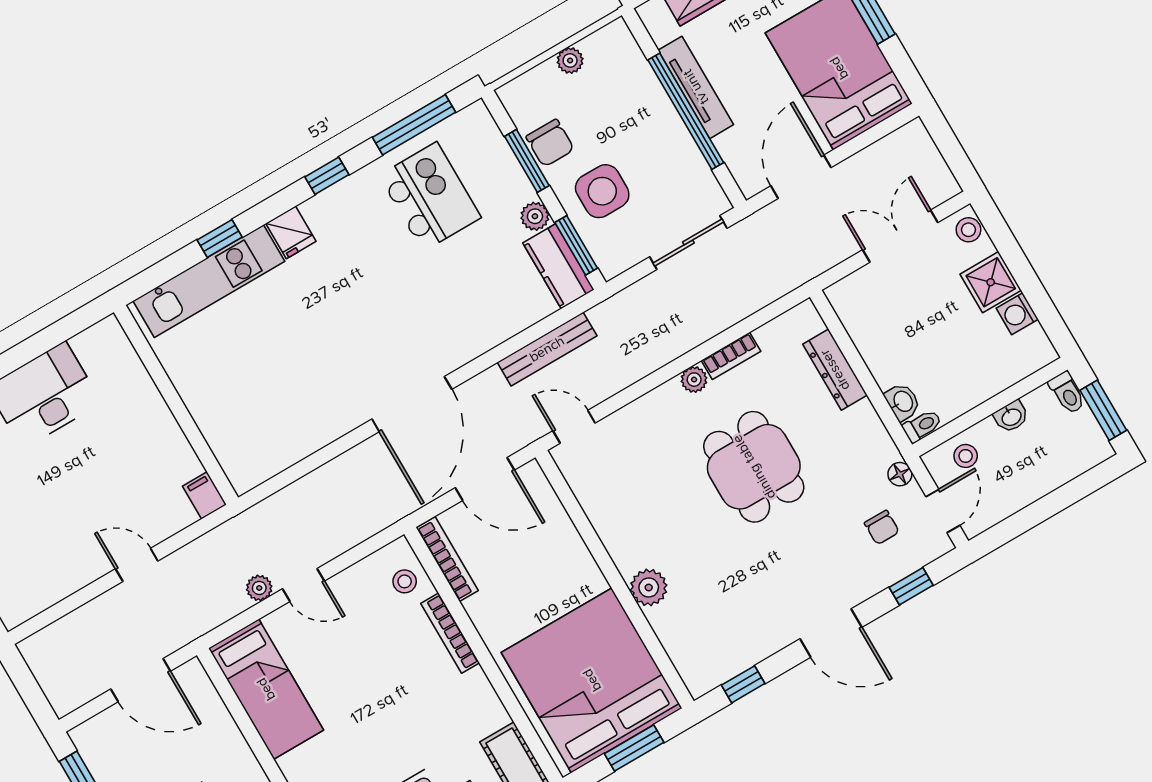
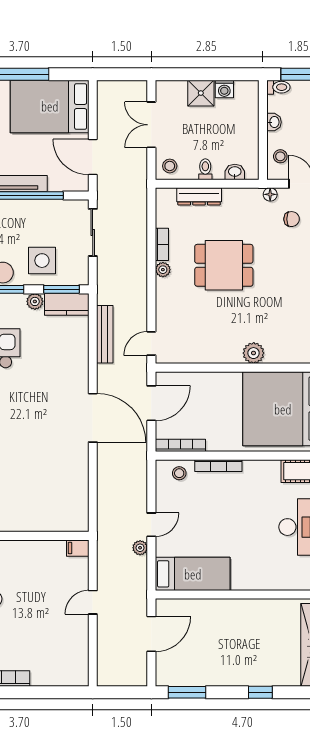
stool: (968, 230) -> (170, 166), moved
toilet: (922, 426) -> (205, 169), moved

